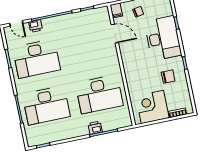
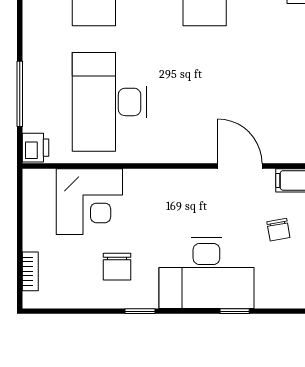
door: (115, 34) -> (240, 166), swing flipped
corner desk: (152, 107) -> (89, 202), moved, turned 90
printer: (95, 128) -> (36, 148), moved

